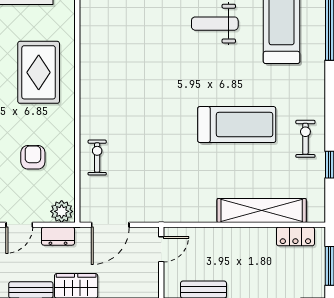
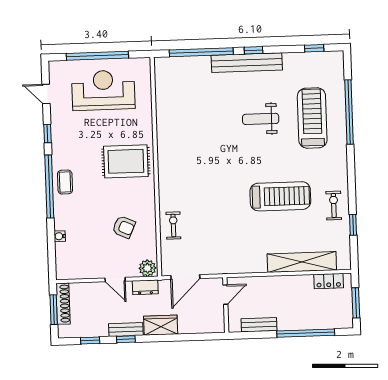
rug: (39, 72) -> (126, 161), turned 90
armchair: (33, 157) -> (124, 227), turned 114
door: (19, 225) -> (115, 280), hinge flipped

